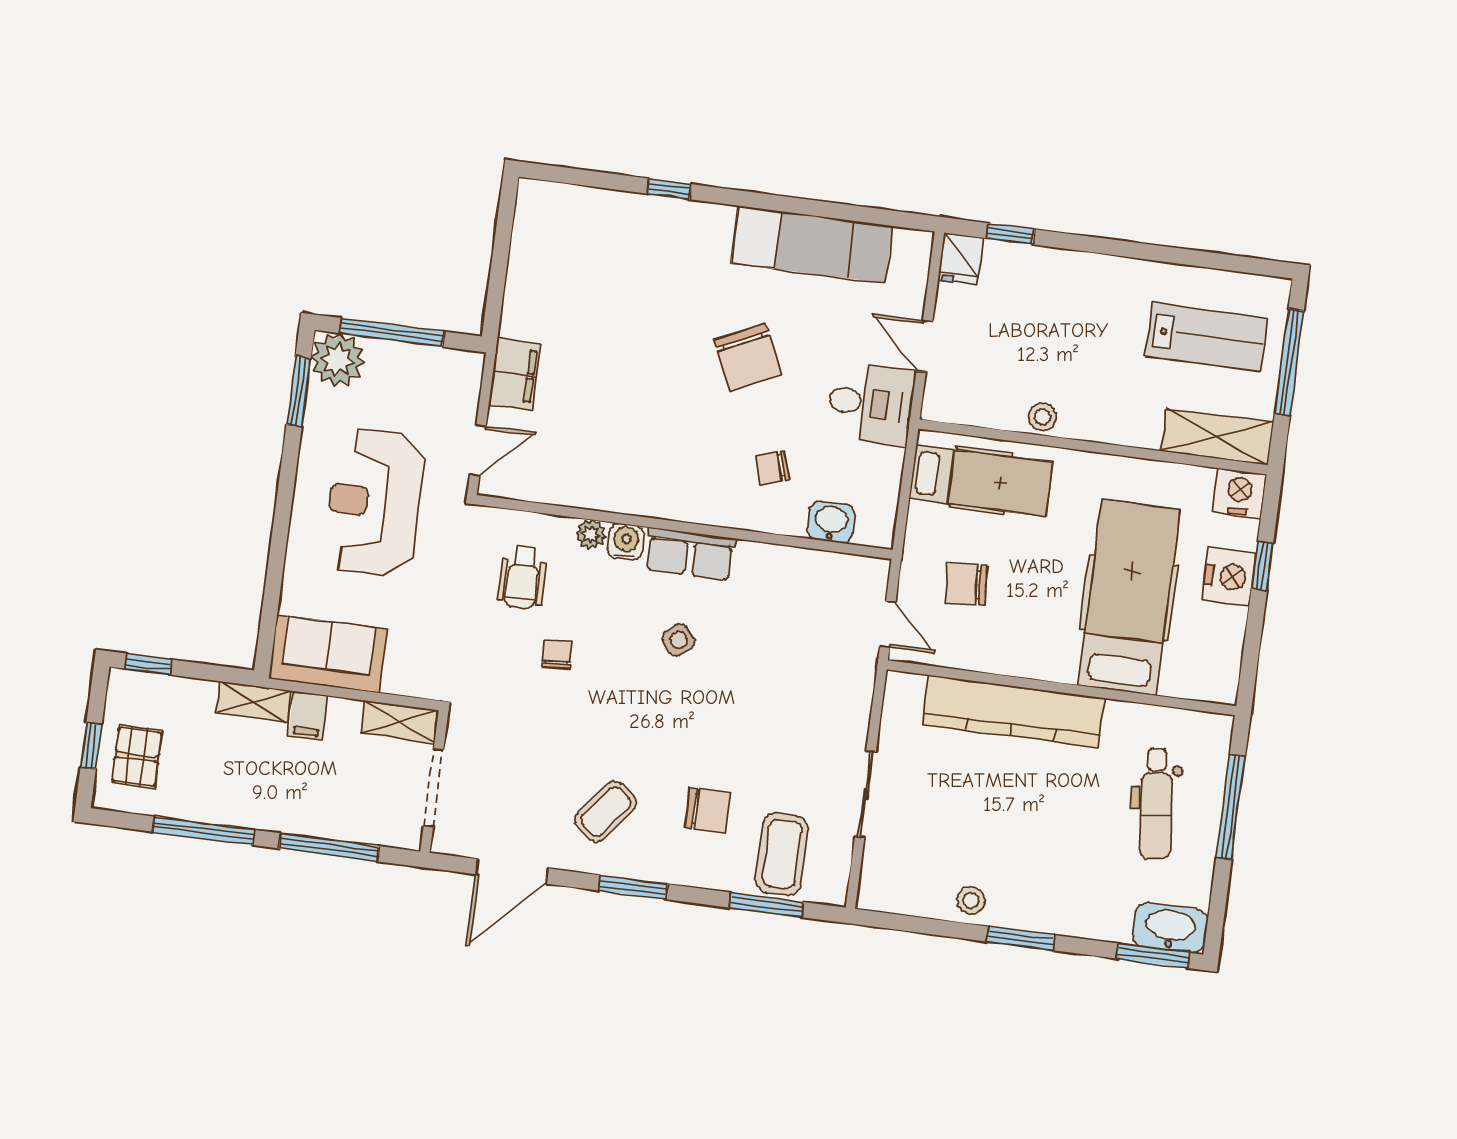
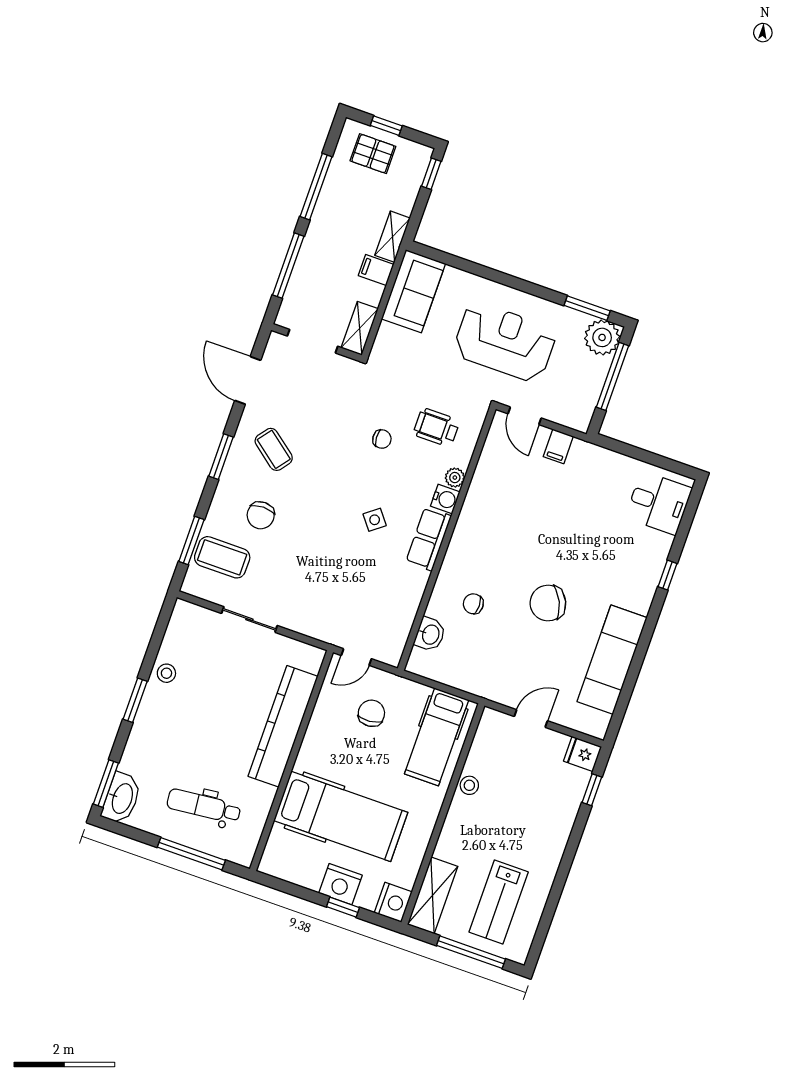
filing cabinet: (515, 374) -> (558, 446), width x0.50
desk: (871, 403) -> (659, 503), moved, turned -90
chair: (772, 468) -> (473, 604), turned -72

